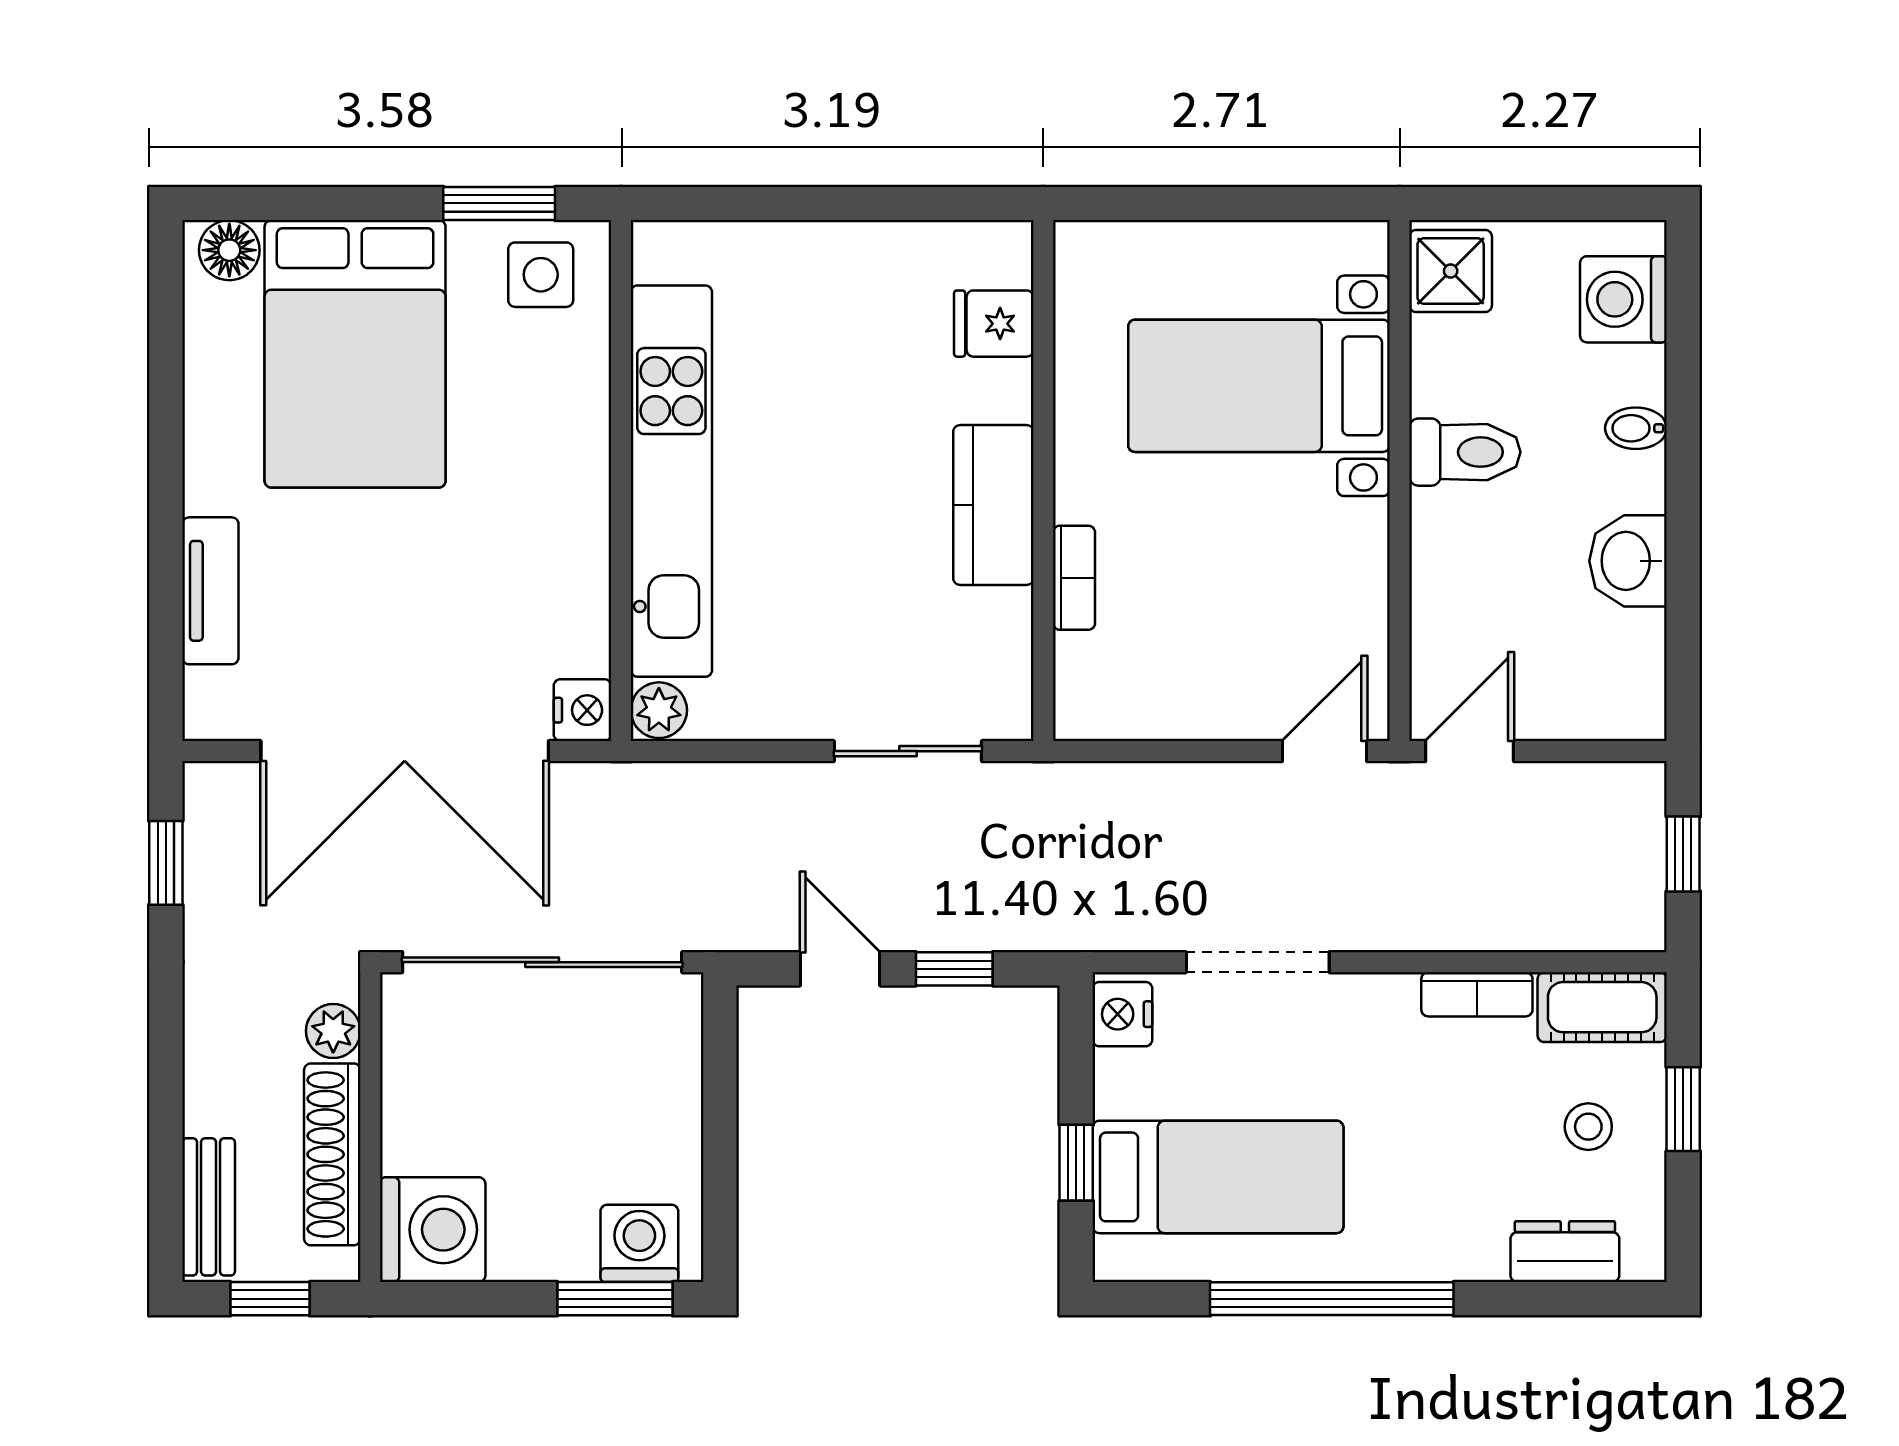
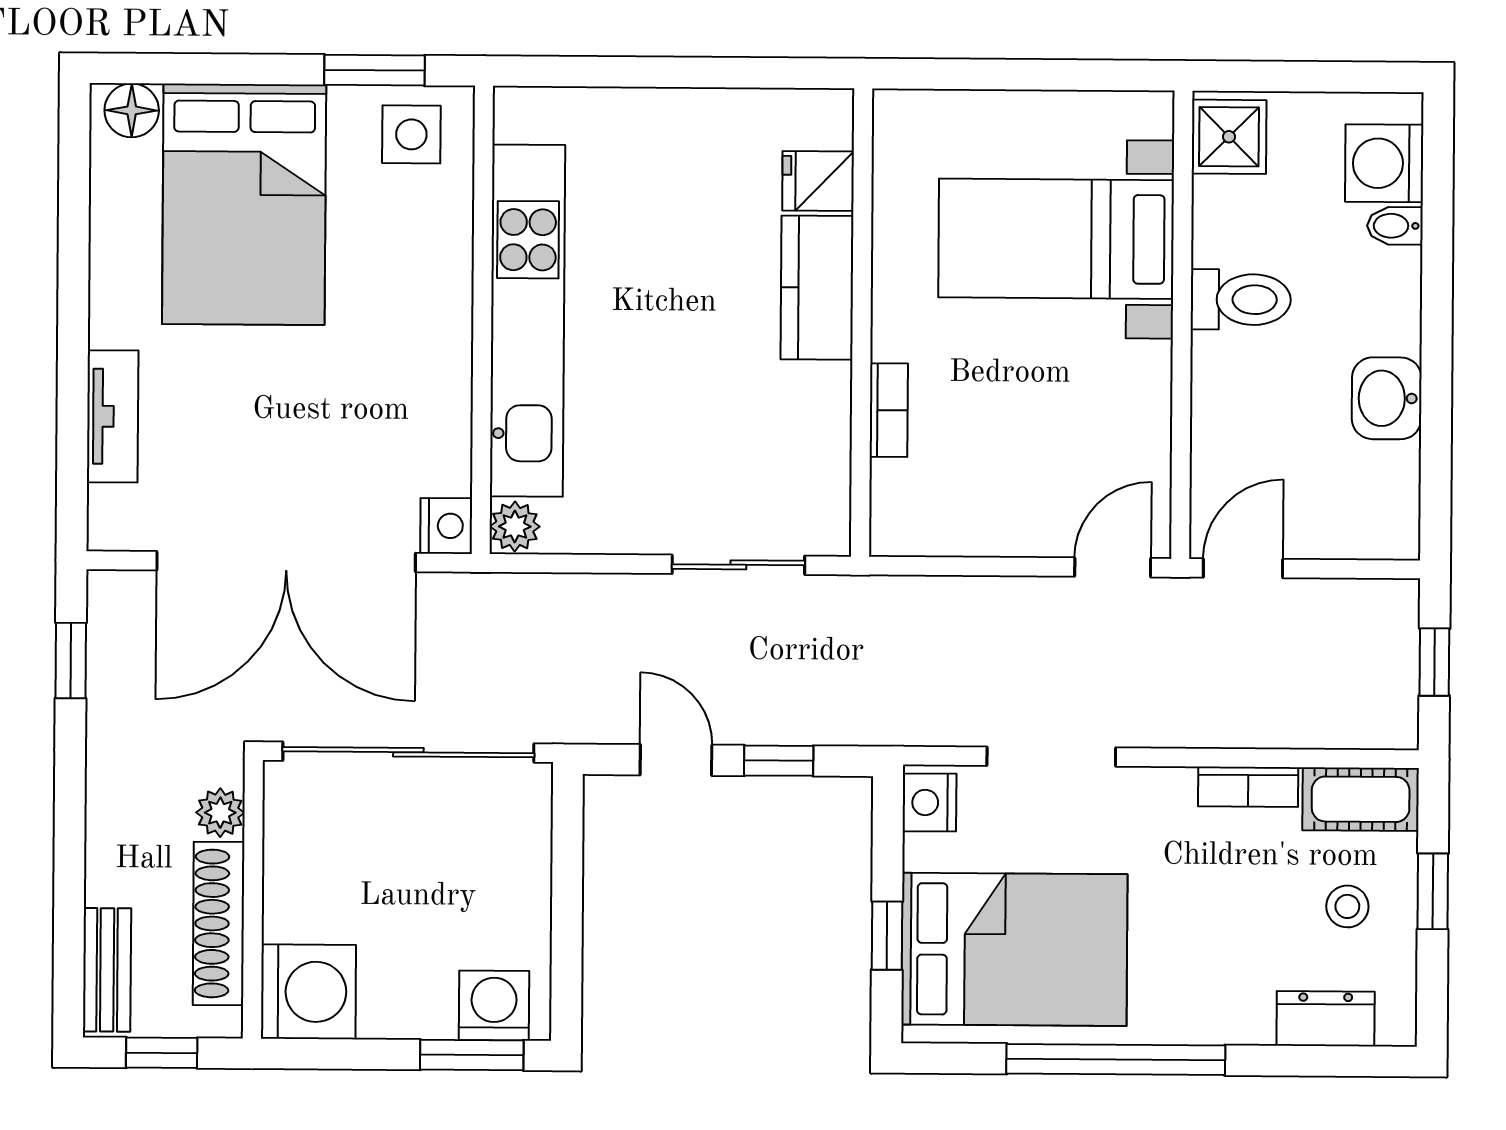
bidet: (1636, 428) -> (1395, 226), moved
kitchen counter: (993, 505) -> (817, 288), moved
bed: (1218, 1177) -> (1014, 949), width x1.50

